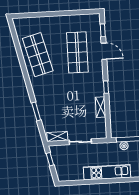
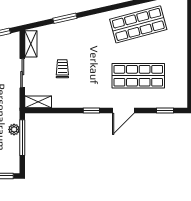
door: (104, 51) -> (123, 110), moved
shelving: (101, 107) -> (38, 102), moved
trolley: (75, 111) -> (62, 69), added

